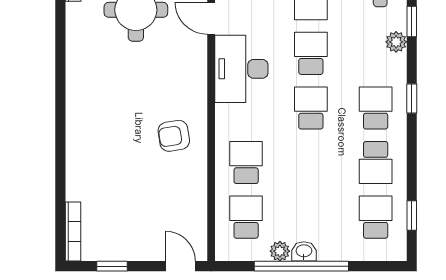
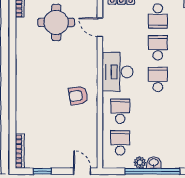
desk: (241, 69) -> (117, 72), moved

